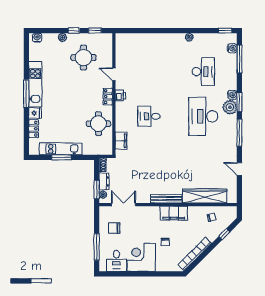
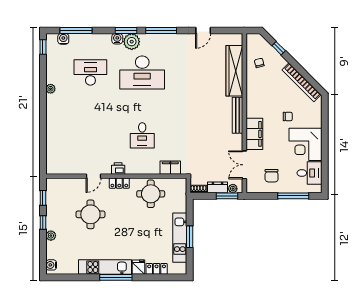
round table: (84, 58) -> (90, 214), moved
filing cabinet: (174, 213) -> (254, 134), moved

